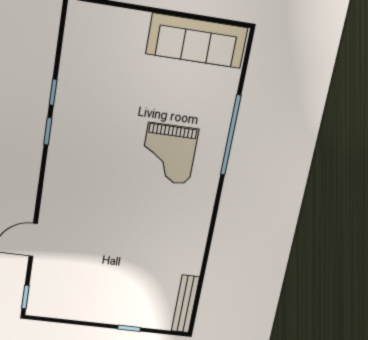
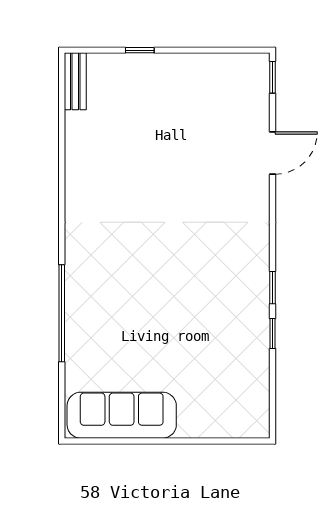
grand piano: (169, 154) -> (130, 281), removed
bench: (185, 304) -> (75, 81), width x0.73

